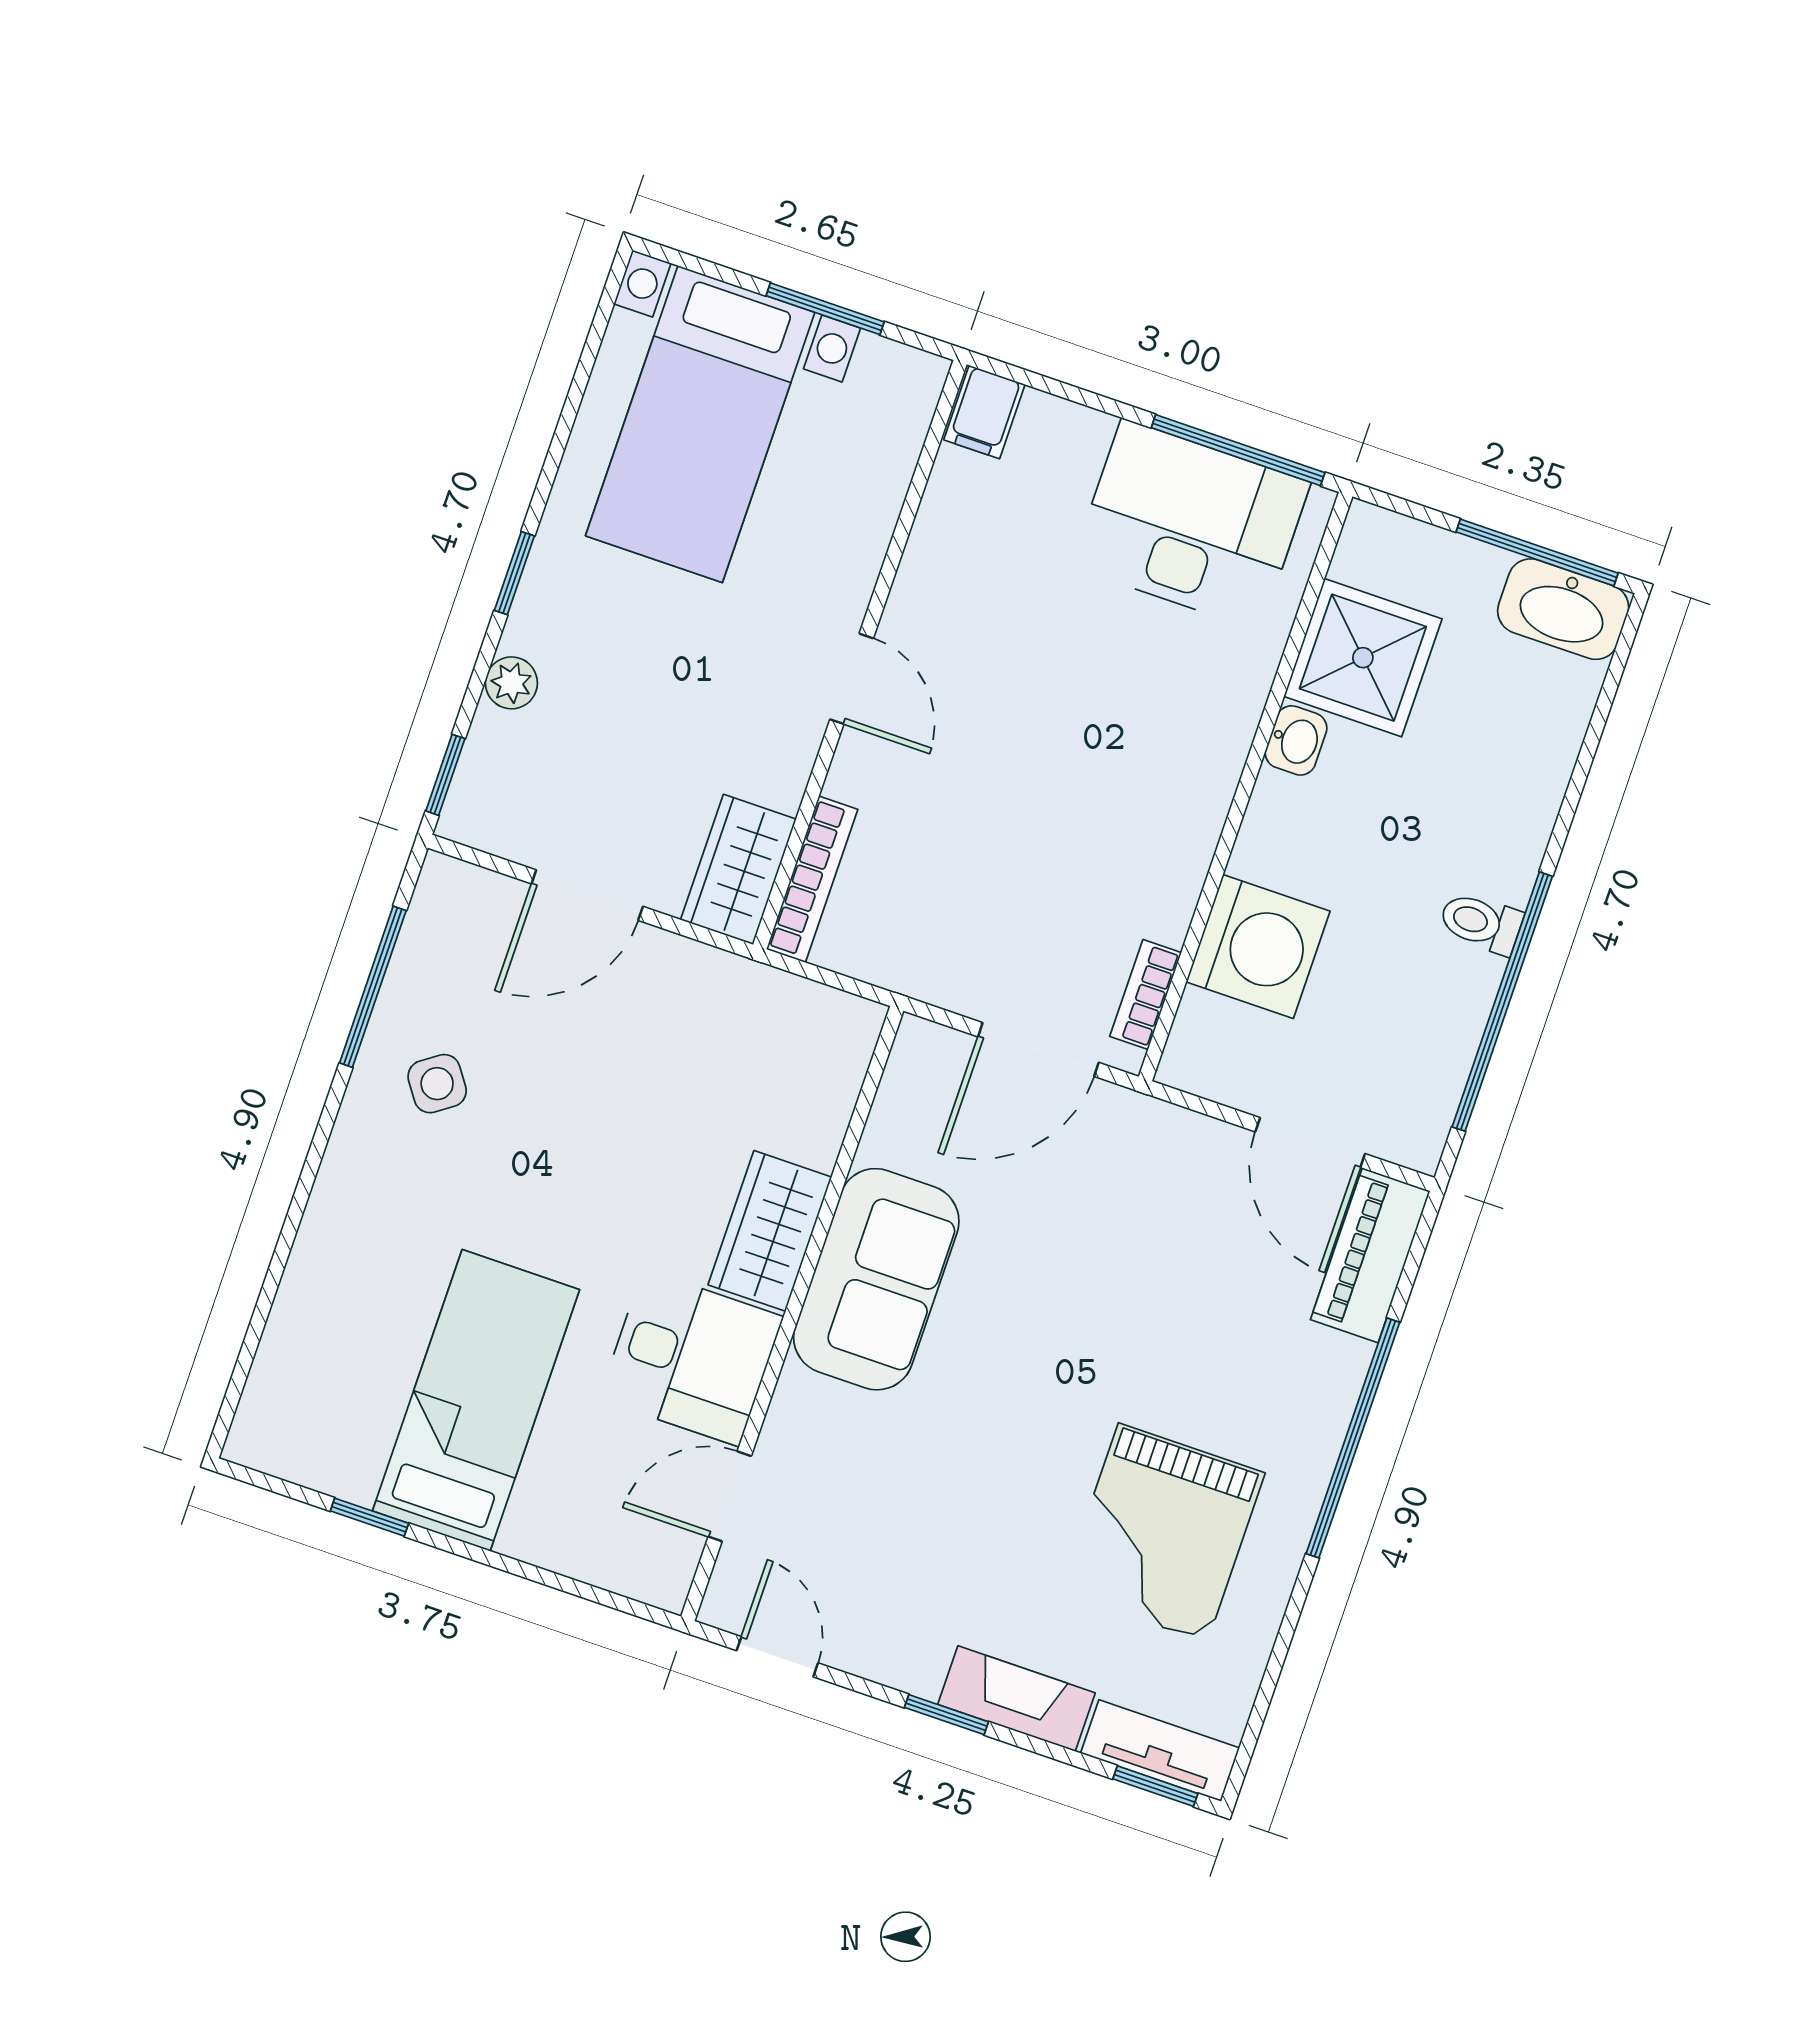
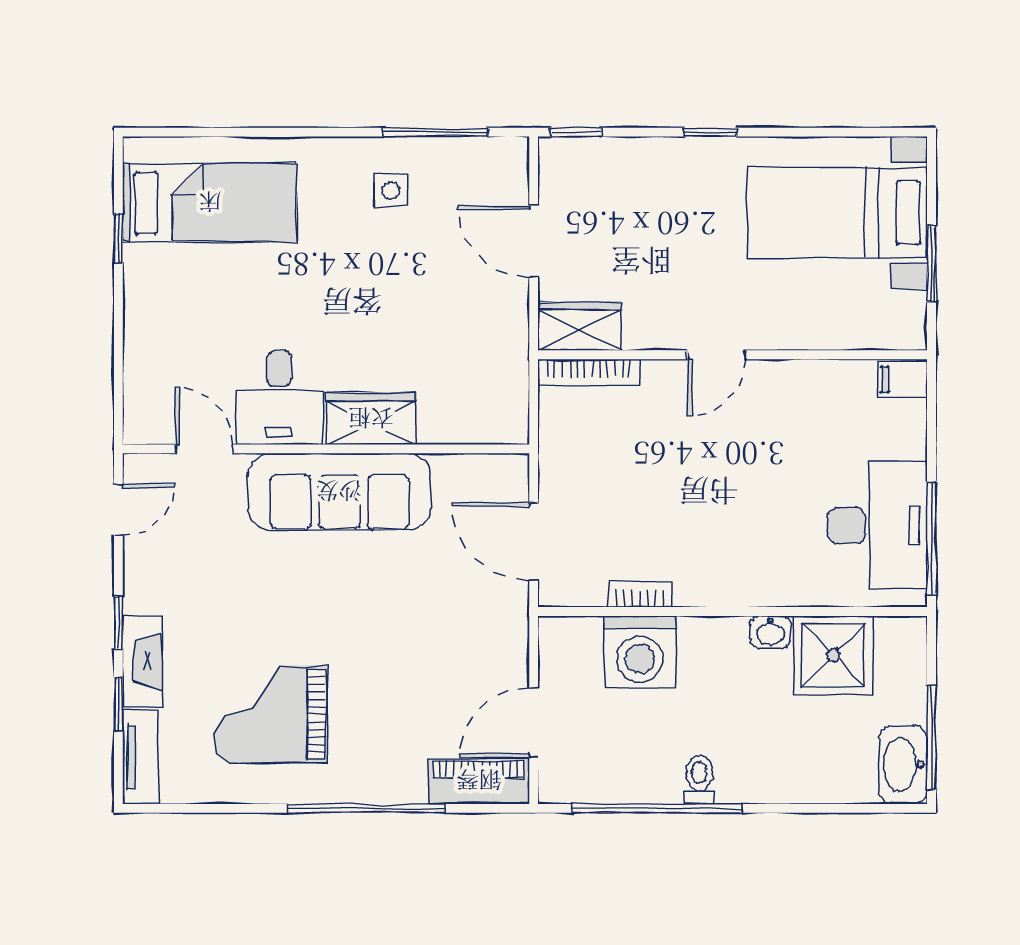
plant: (511, 683) -> (645, 153), removed
bookcase: (1146, 994) -> (640, 594), moved
side table: (437, 1084) -> (391, 190), turned 35
sofa: (876, 1279) -> (339, 492), width x1.36
bed: (476, 1400) -> (210, 203), moved
window: (1155, 1786) -> (118, 704), moved

